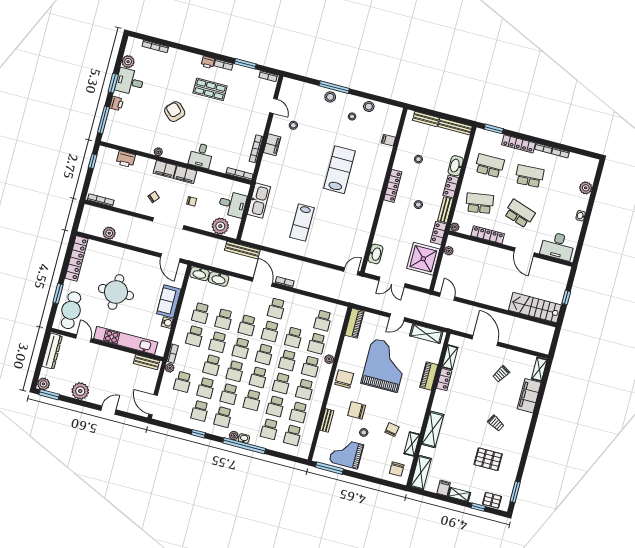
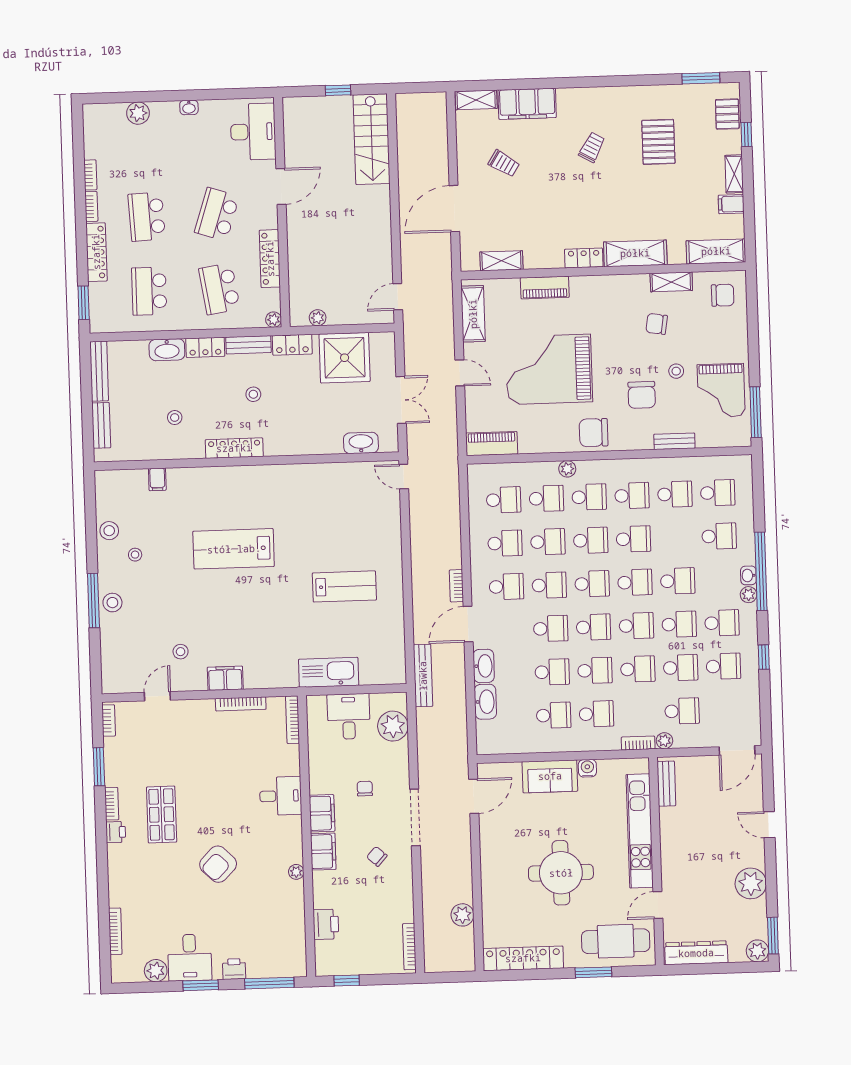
washbasin: (199, 274) -> (484, 666), moved
locker: (444, 380) -> (584, 258), moved
school desk: (275, 406) -> (505, 543), moved

